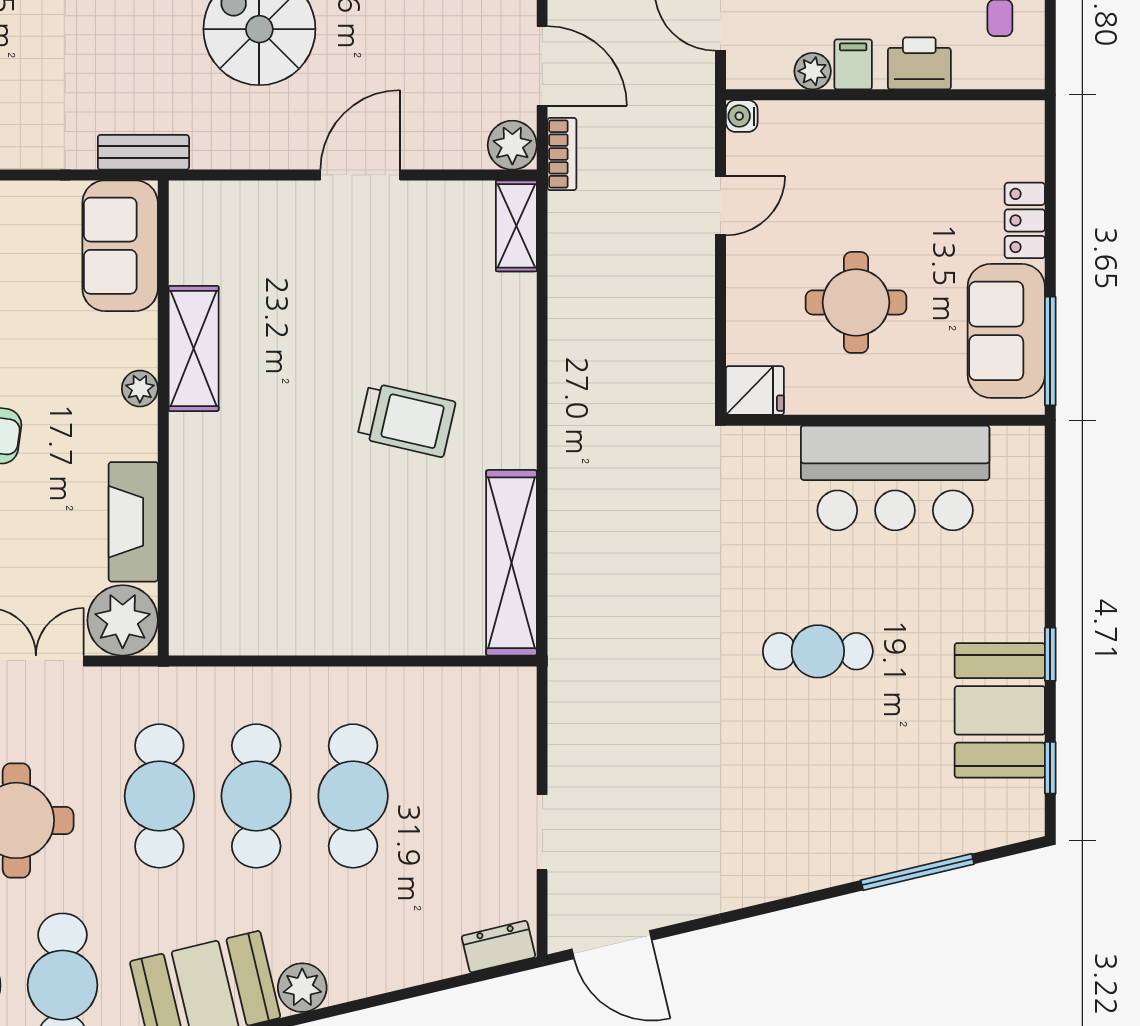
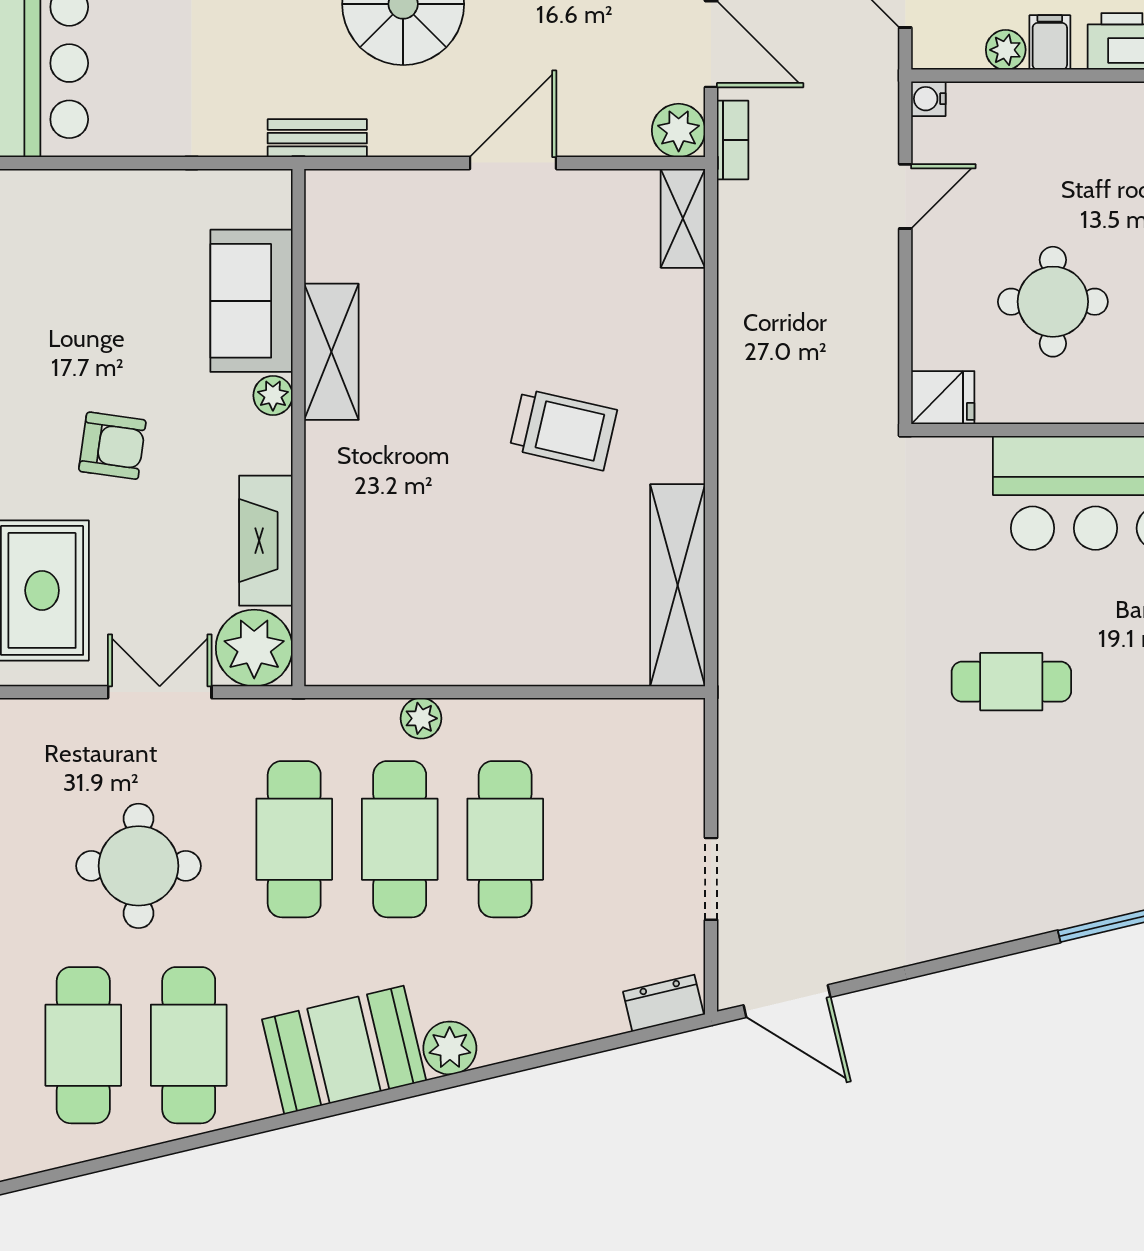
bench: (143, 152) -> (317, 138), moved
sofa: (120, 246) -> (251, 301), moved
plant: (276, 685) -> (421, 718), added

